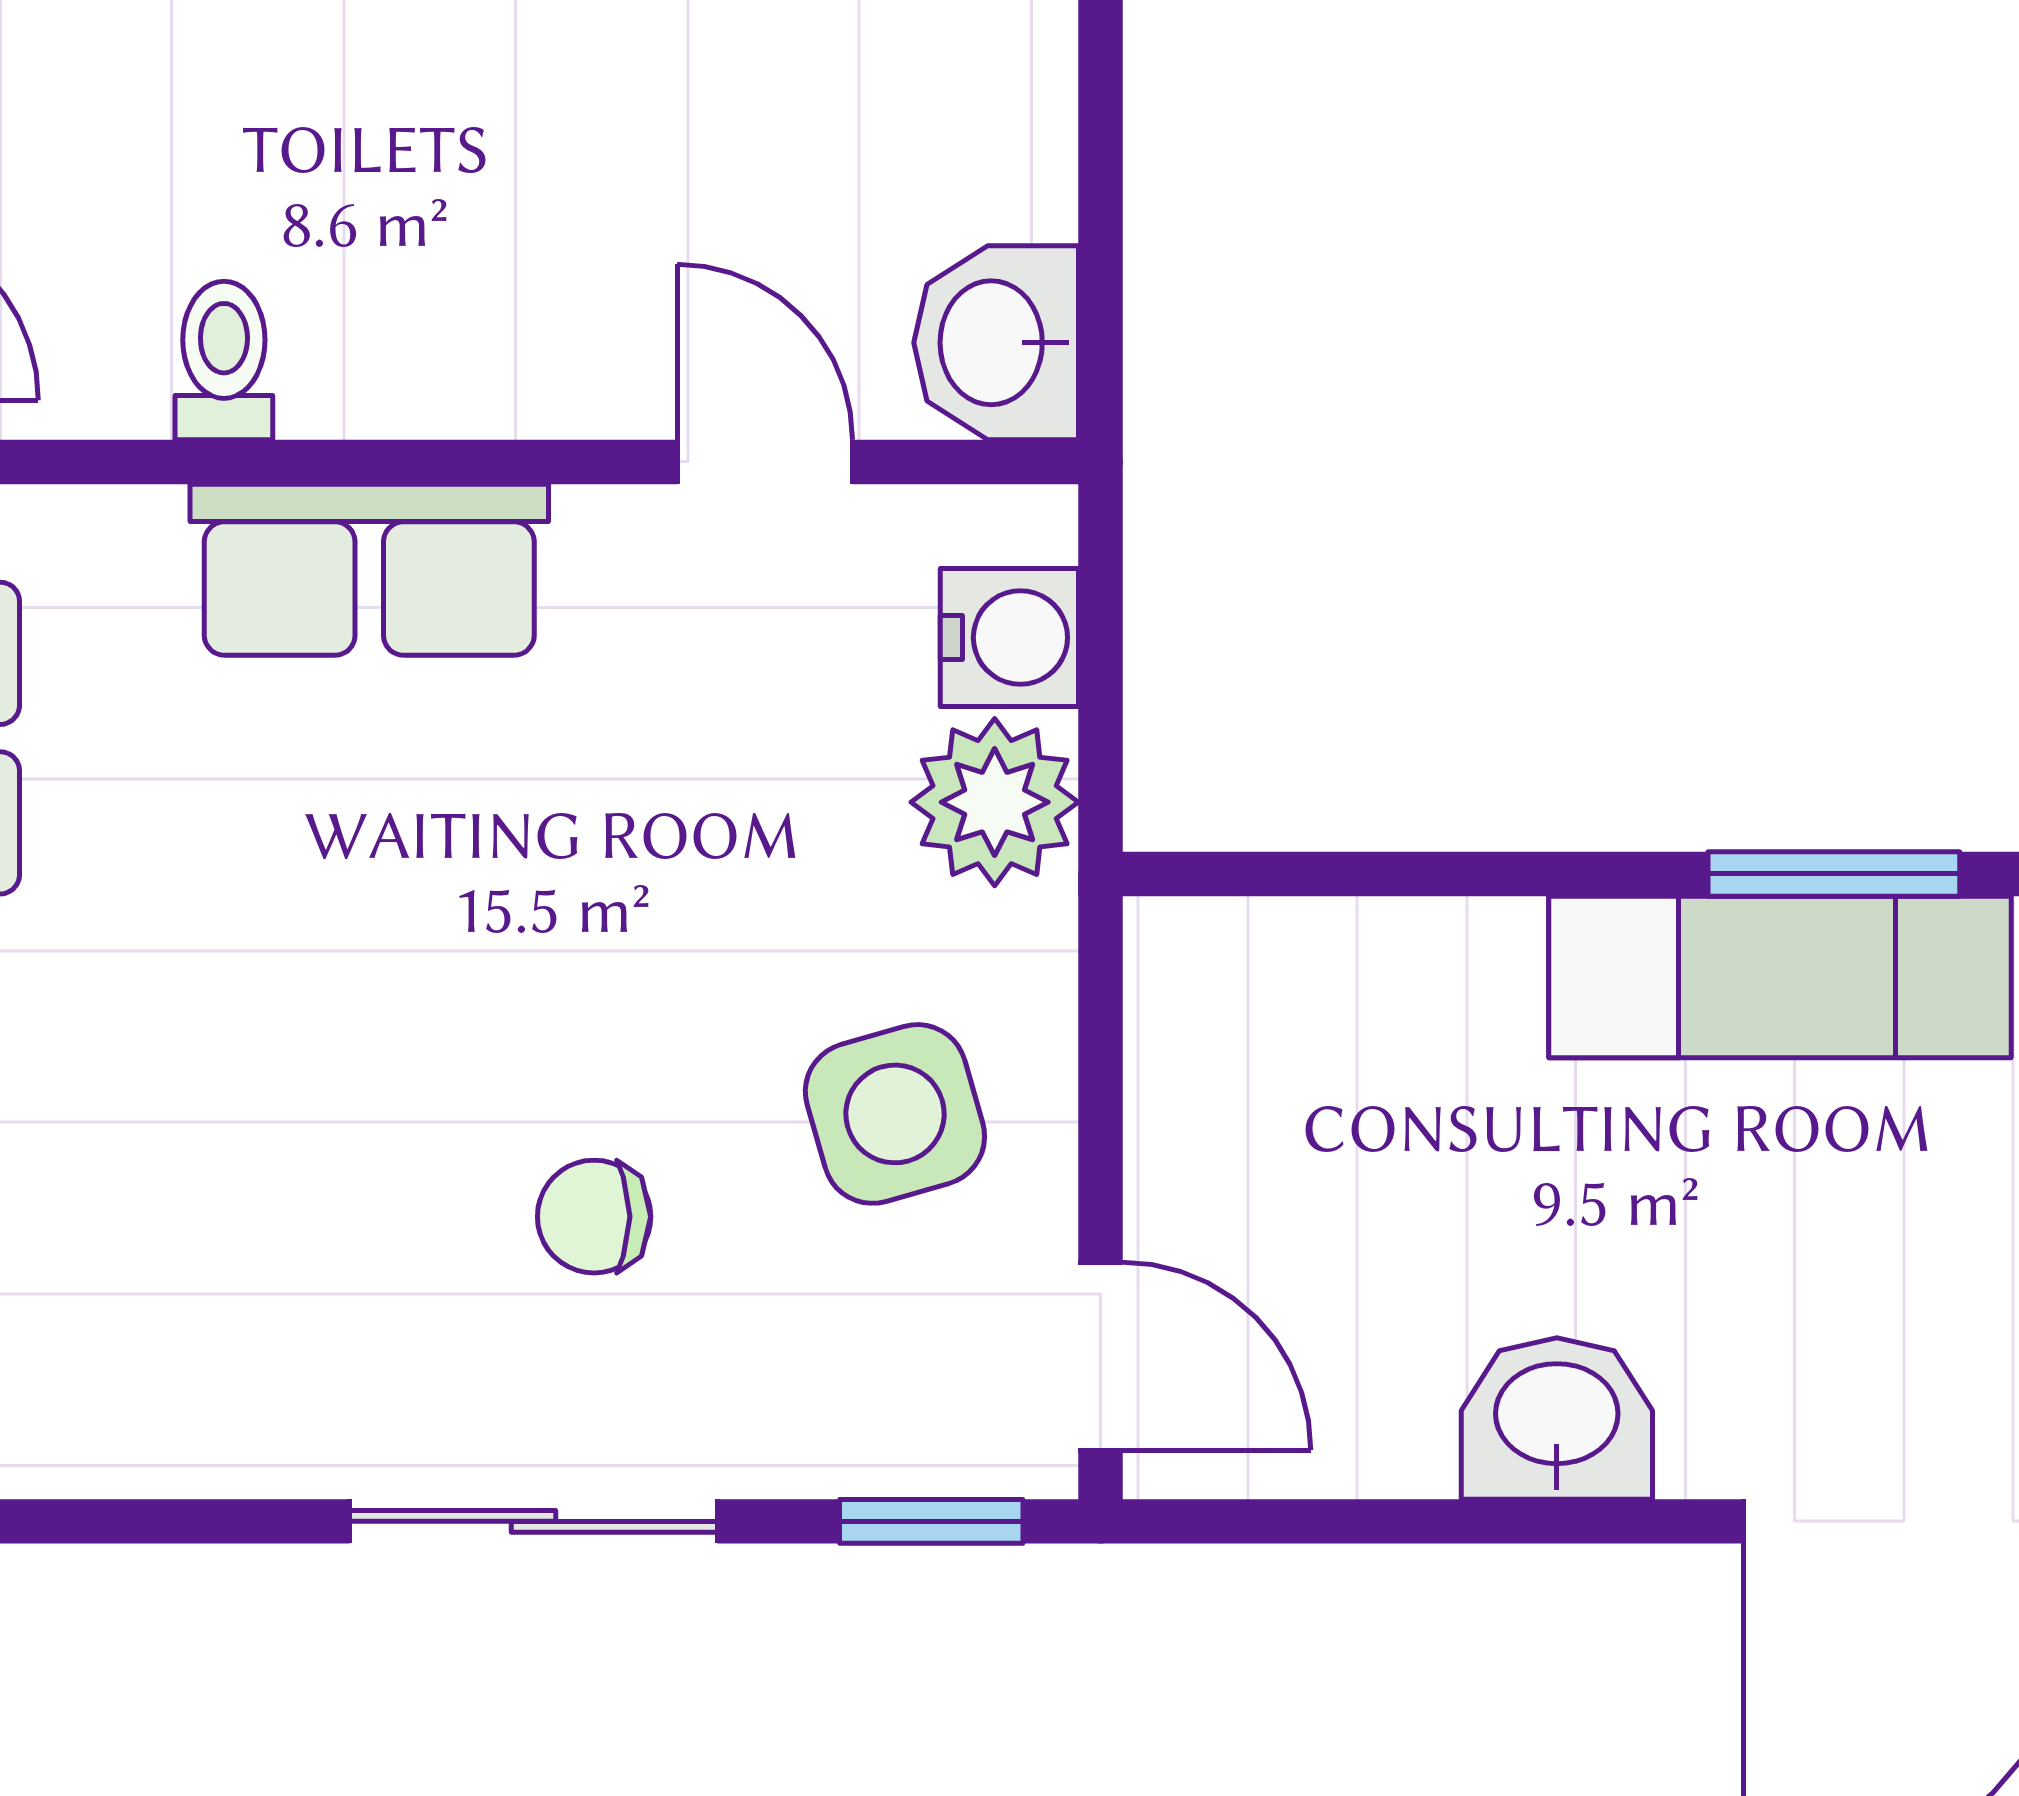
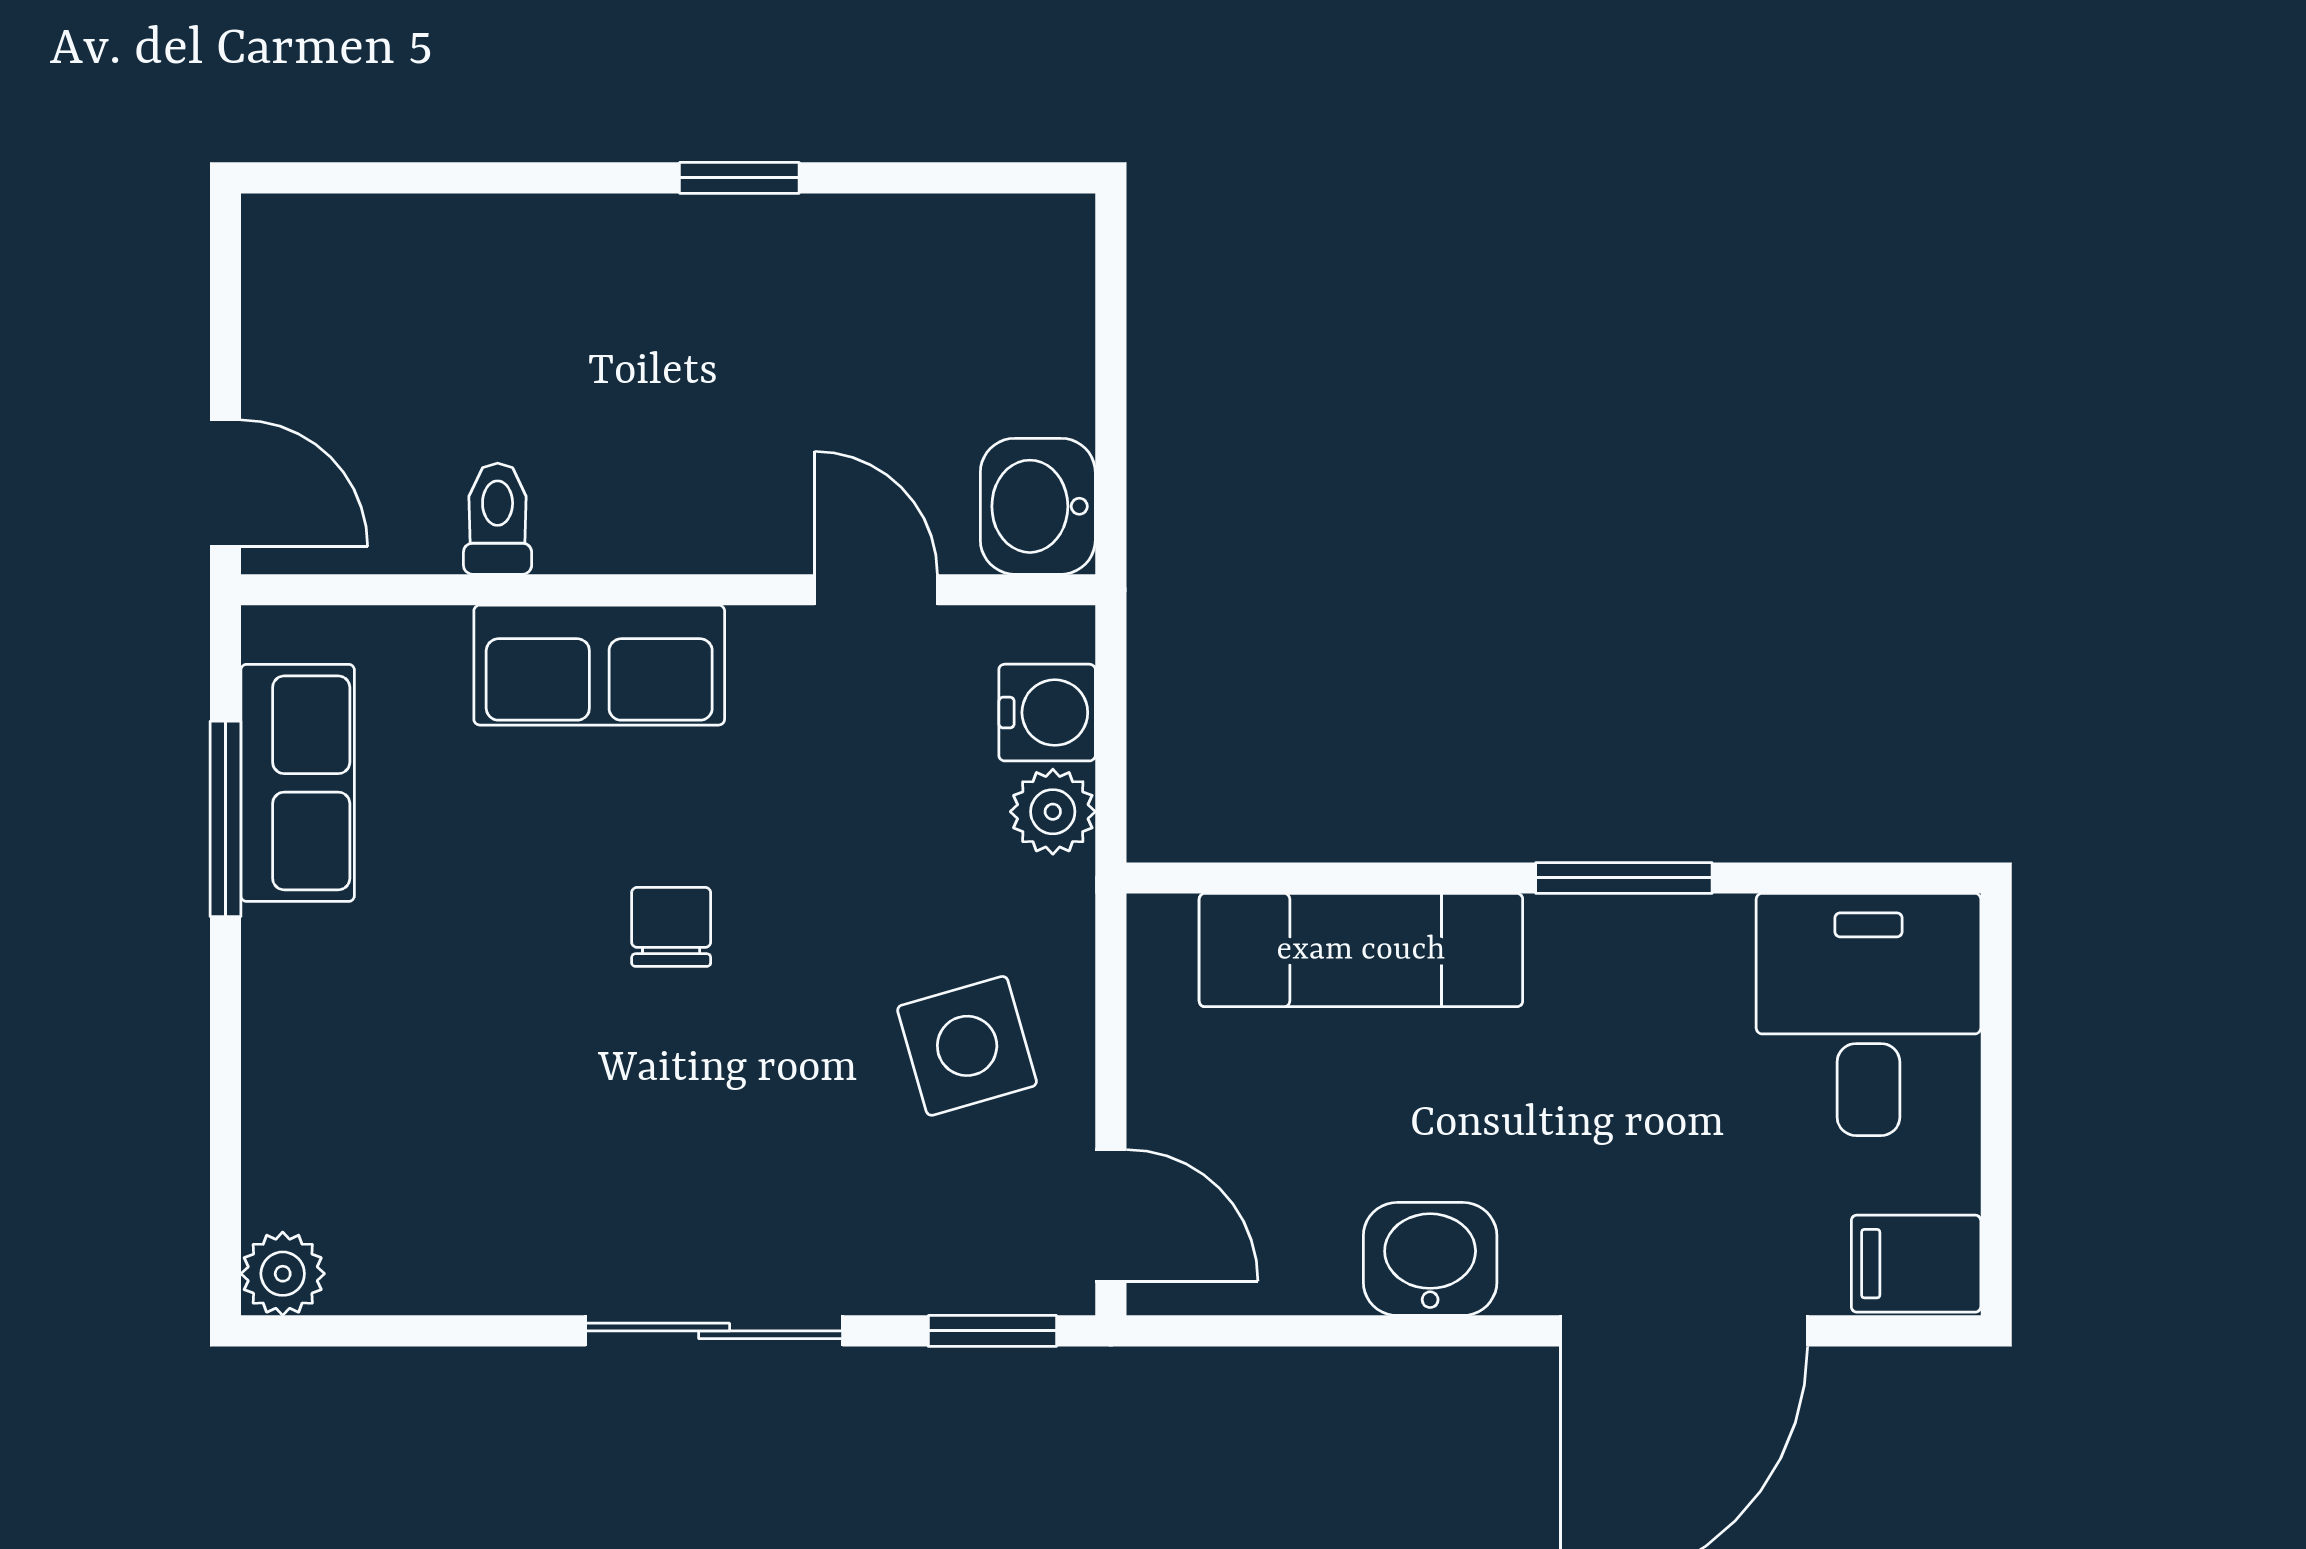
plant: (995, 802) -> (1053, 812), width x0.73, depth x0.73
exam couch: (1780, 977) -> (1361, 950), moved
chair: (594, 1217) -> (671, 927), moved, turned 90

